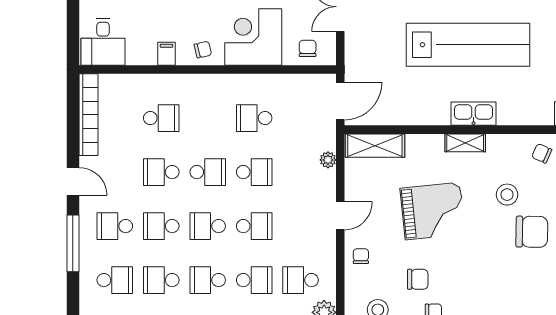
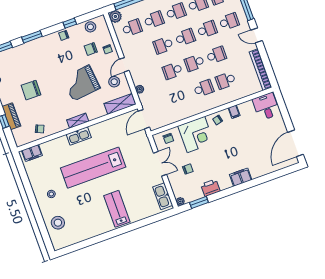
school desk: (254, 118) -> (204, 88), moved
stool: (507, 195) -> (114, 82), moved
chair: (418, 279) -> (91, 49), moved
school desk: (254, 280) -> (154, 20), turned 180

